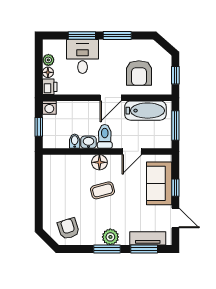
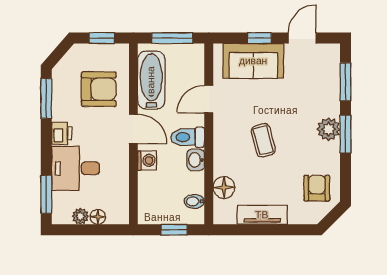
window: (82, 36) -> (46, 195), moved
window: (117, 36) -> (46, 98), moved
printer: (50, 87) -> (62, 133), moved, turned 90
washing machine: (49, 108) -> (147, 160), moved
bidet: (75, 141) -> (194, 201), moved
door: (132, 151) -> (209, 99), swing flipped
floor lamp: (99, 162) -> (224, 188), moved
armchair: (68, 229) -> (317, 188), turned 108
tv unit: (148, 238) -> (262, 215), moved, turned 90

